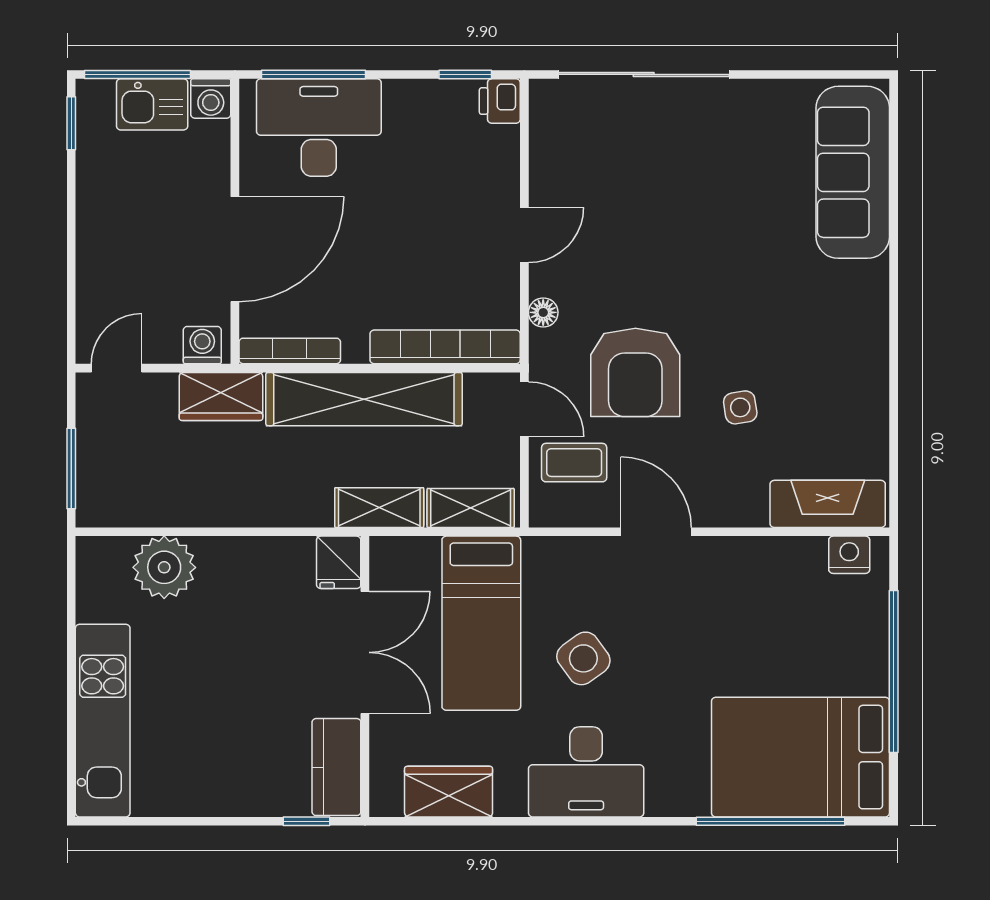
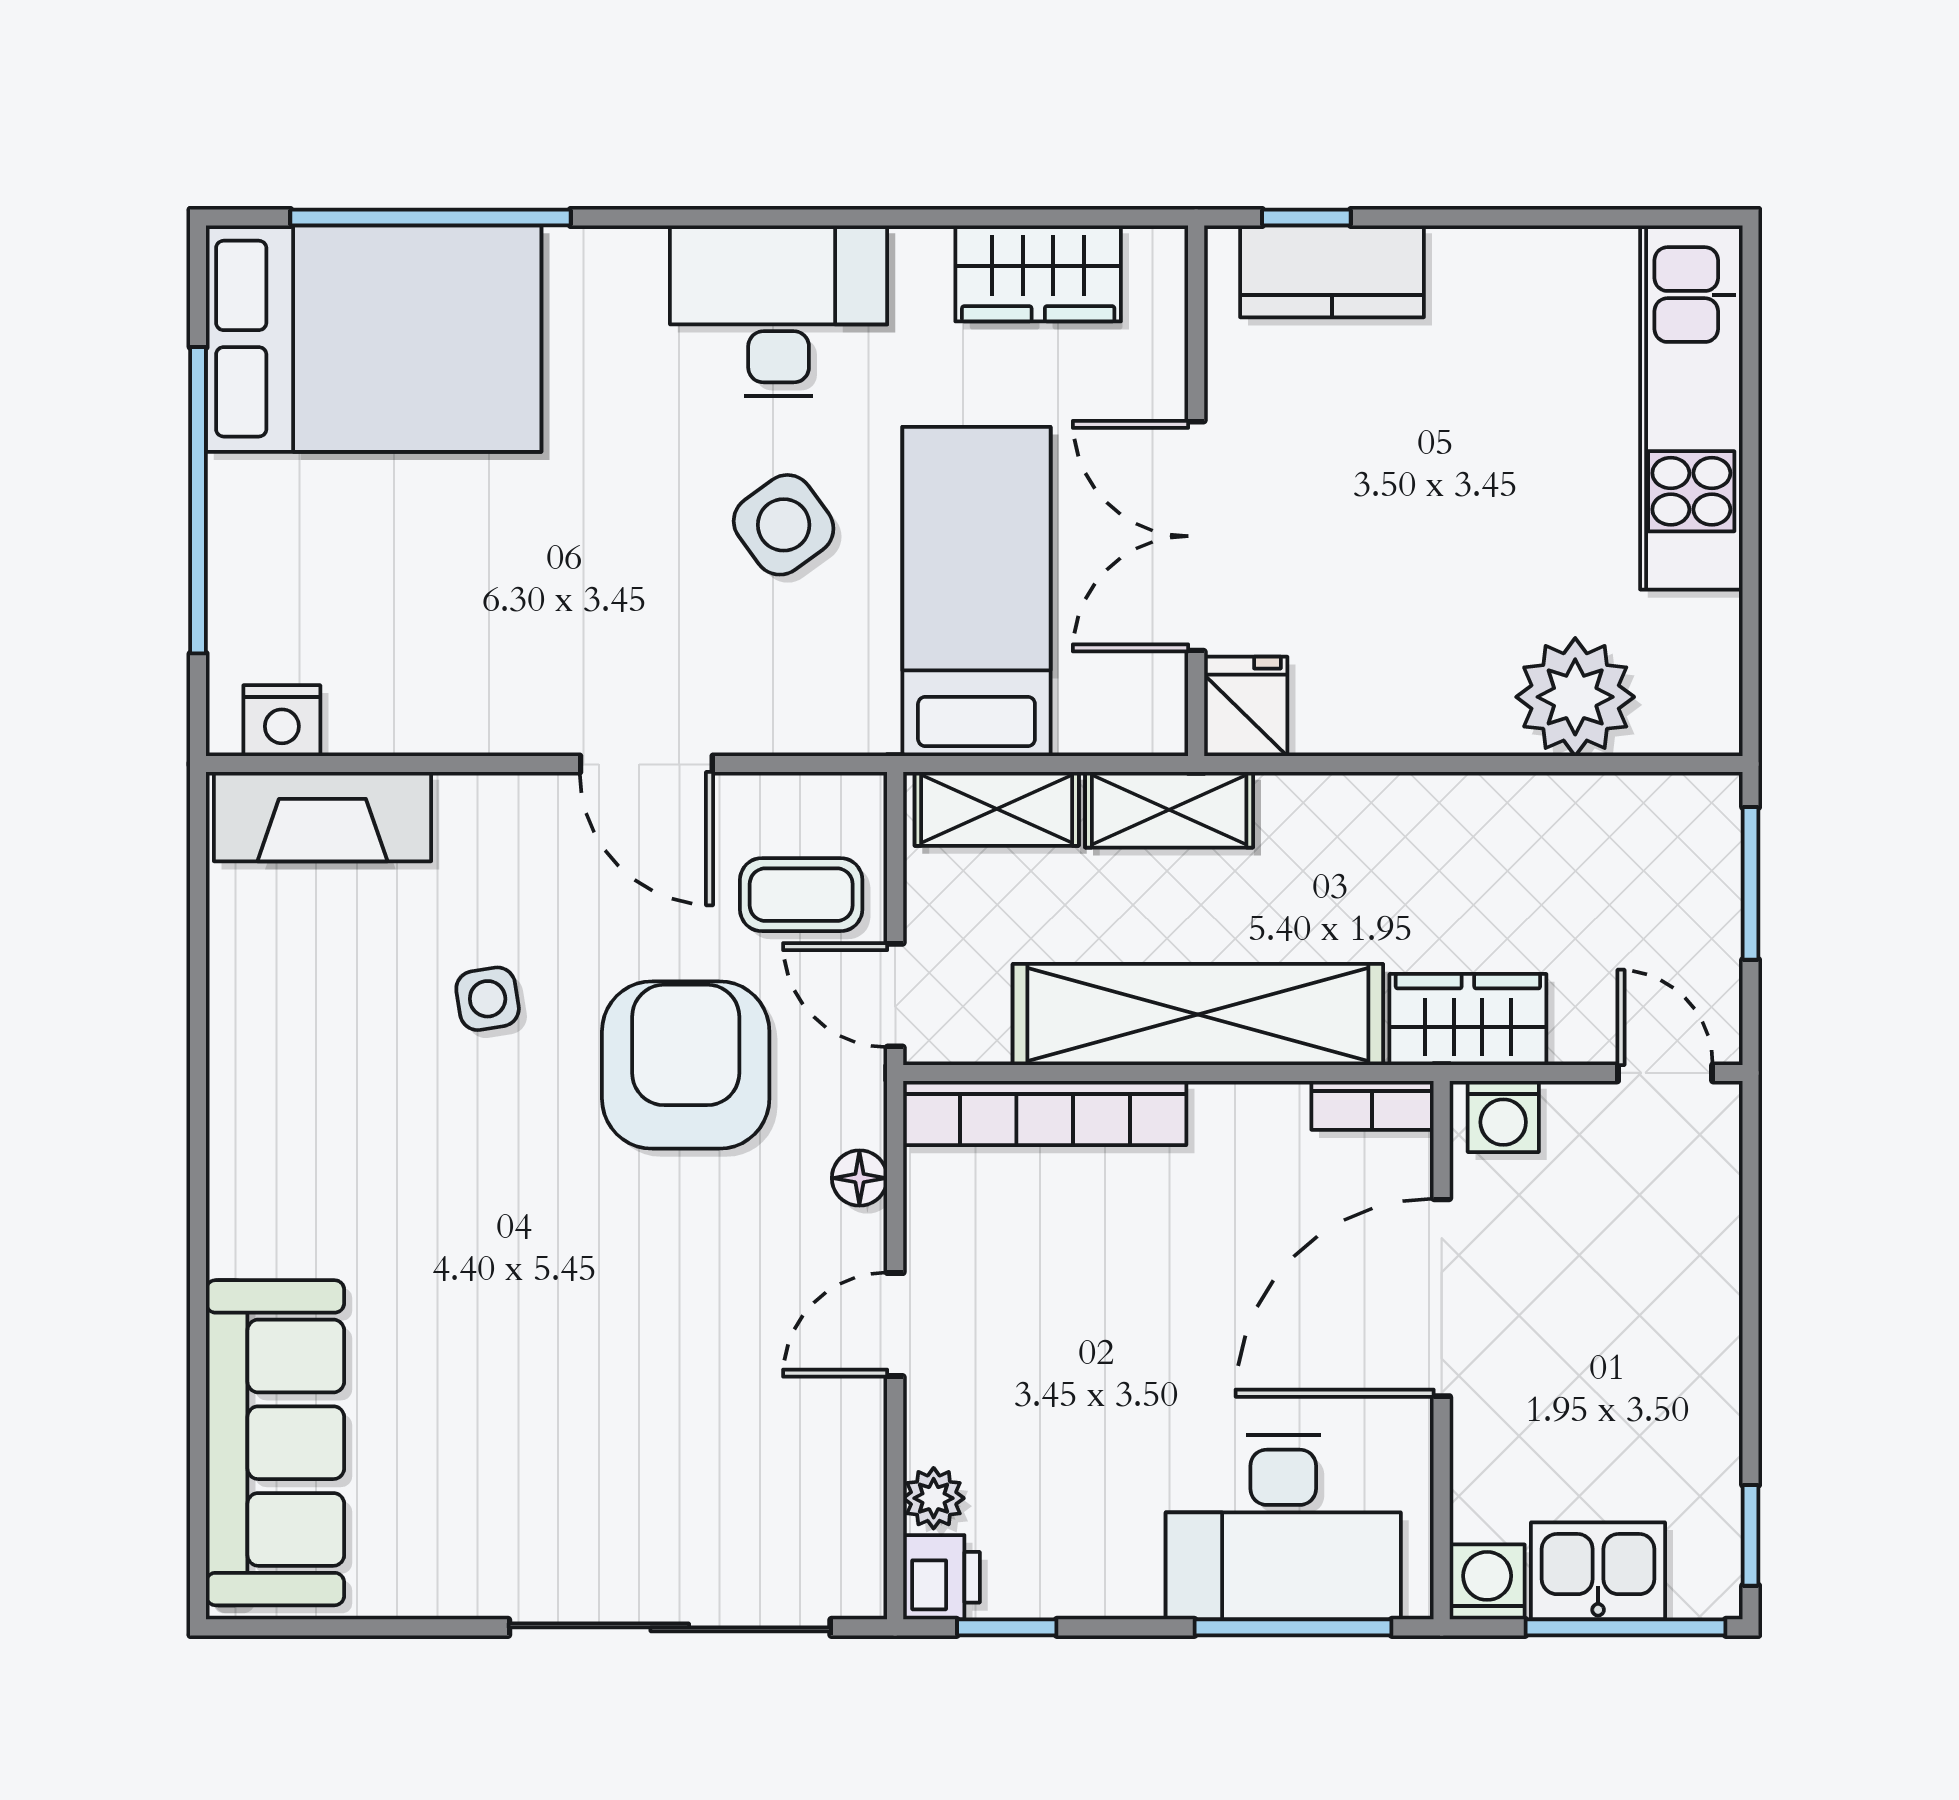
plant: (504, 143) -> (934, 1498), added
bookcase: (290, 351) -> (1372, 1105), width x0.64
door: (117, 368) -> (1665, 1073), swing flipped
kitchen counter: (336, 767) -> (1332, 271), moved, turned 90

